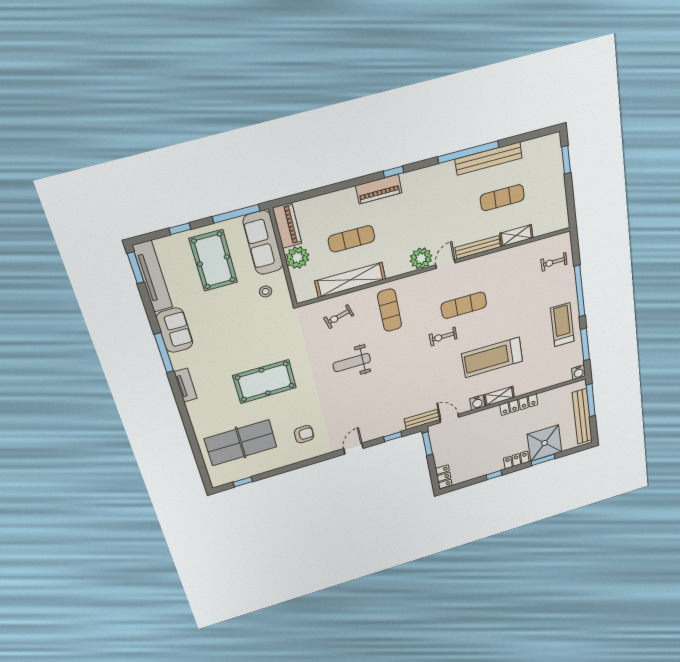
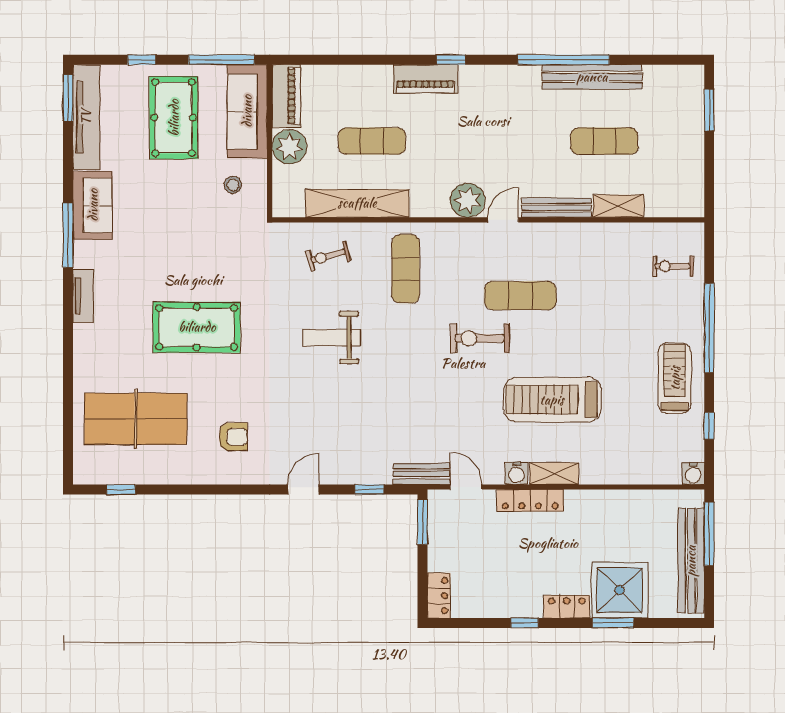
exercise bike: (443, 337) -> (480, 338), width x1.38, depth x1.39
window: (585, 344) -> (709, 426), width x0.46
locker: (519, 405) -> (530, 500), moved

